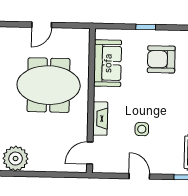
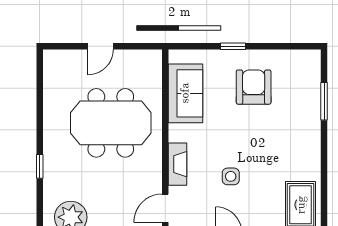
armchair: (161, 59) -> (254, 87), turned 90

